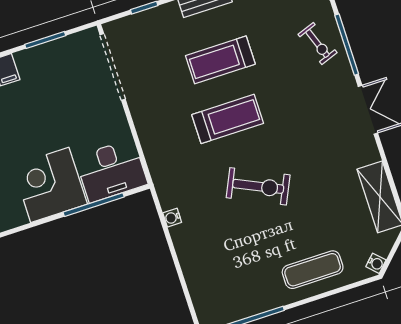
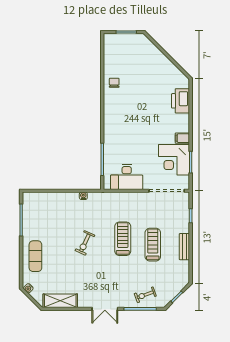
treadmill: (228, 119) -> (123, 239), turned 180
desk: (111, 171) -> (127, 177), moved, turned -90
corner desk: (50, 185) -> (174, 160), moved, turned 180
exercise bike: (258, 186) -> (85, 243), width x0.73, depth x0.72

